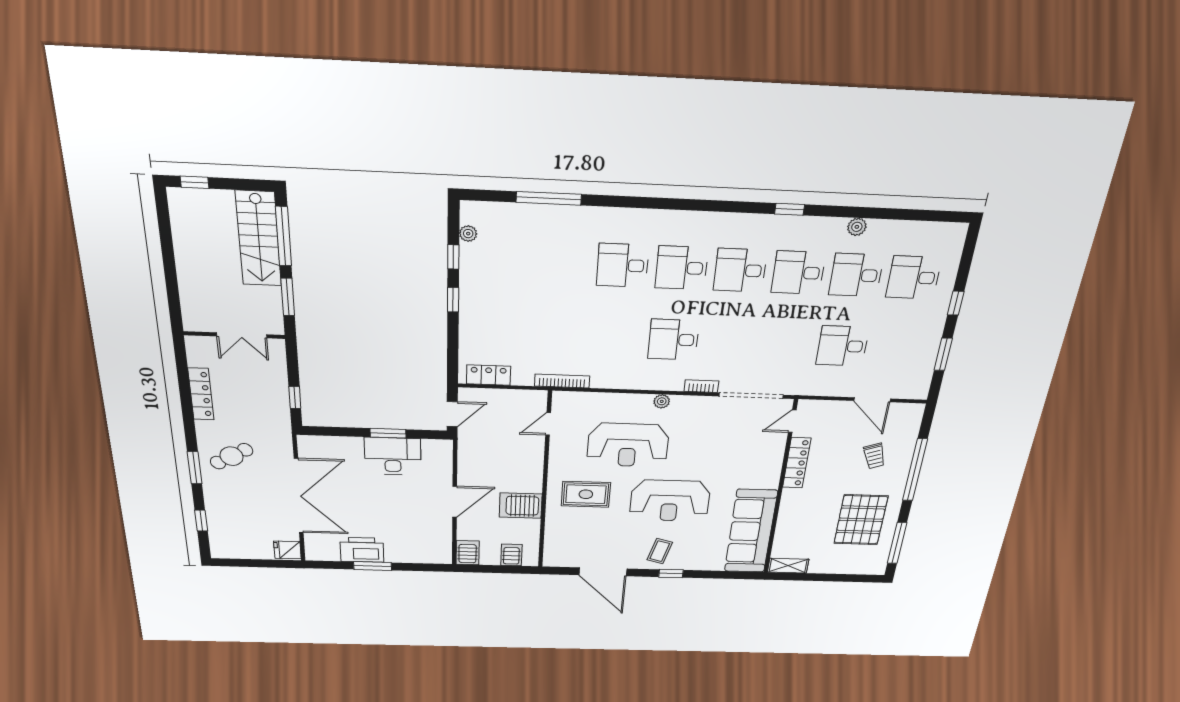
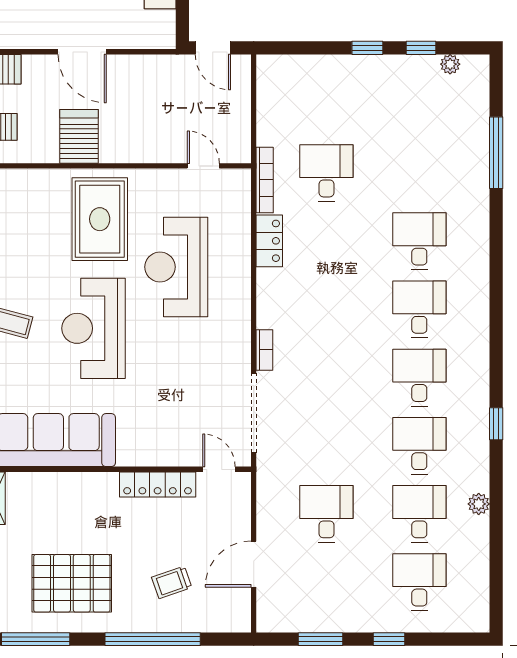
desk: (674, 340) -> (326, 173), moved
locker: (489, 375) -> (269, 241), moved
plant: (662, 401) -> (241, 303), removed
rug: (586, 494) -> (100, 219), width x1.36, depth x1.43

